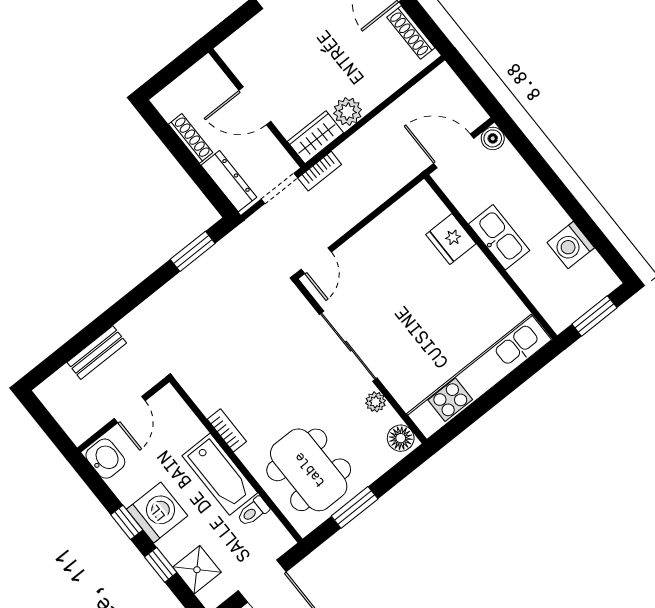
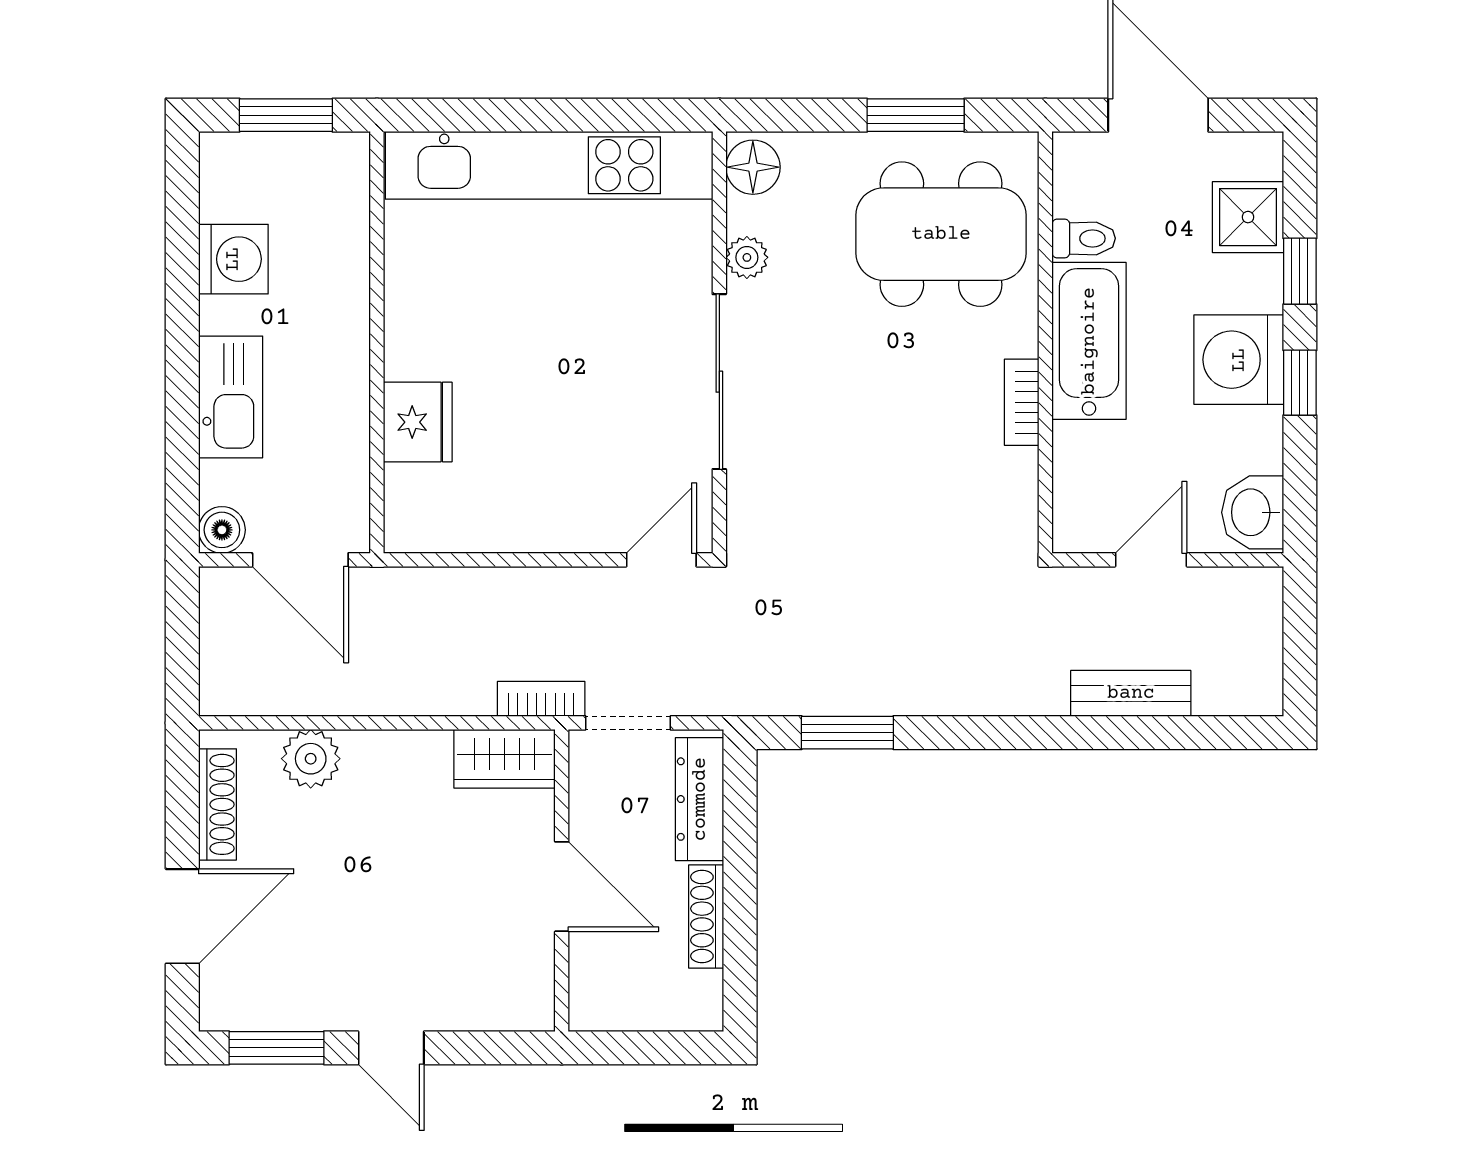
plant: (348, 112) -> (311, 759), moved
kitchen sink: (499, 237) -> (231, 397), moved, turned 180
dining table: (309, 470) -> (941, 234), turned 90

